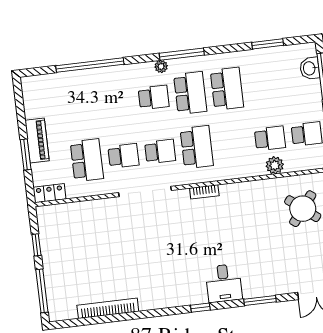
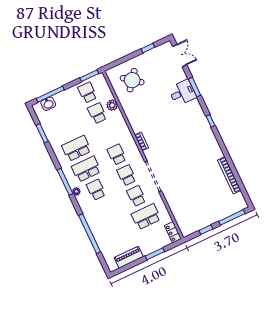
piano: (37, 140) -> (129, 257), moved
school desk: (197, 147) -> (117, 155), width x0.54
desk: (224, 283) -> (182, 93), moved

